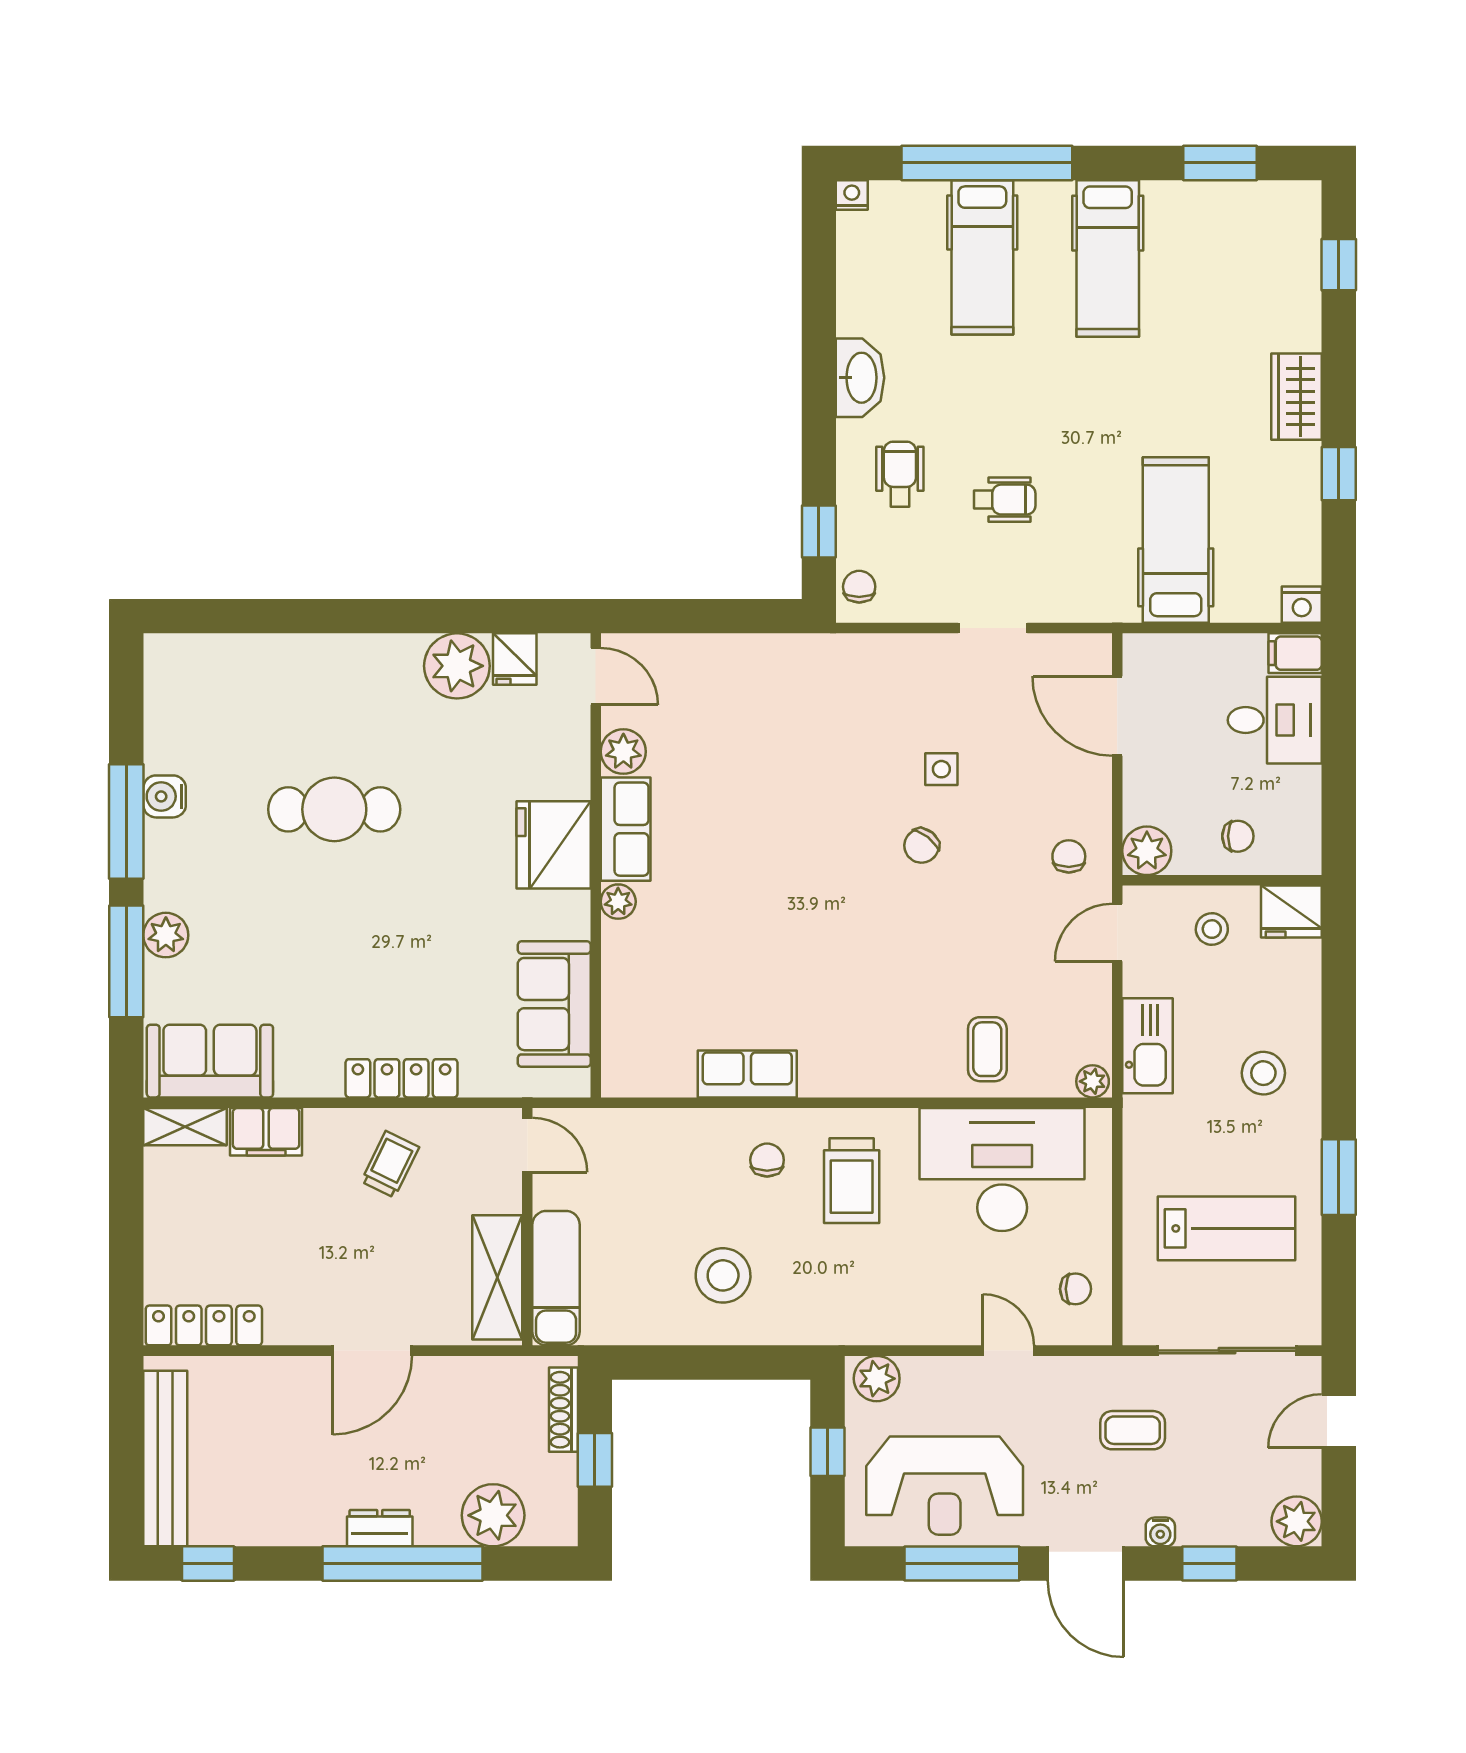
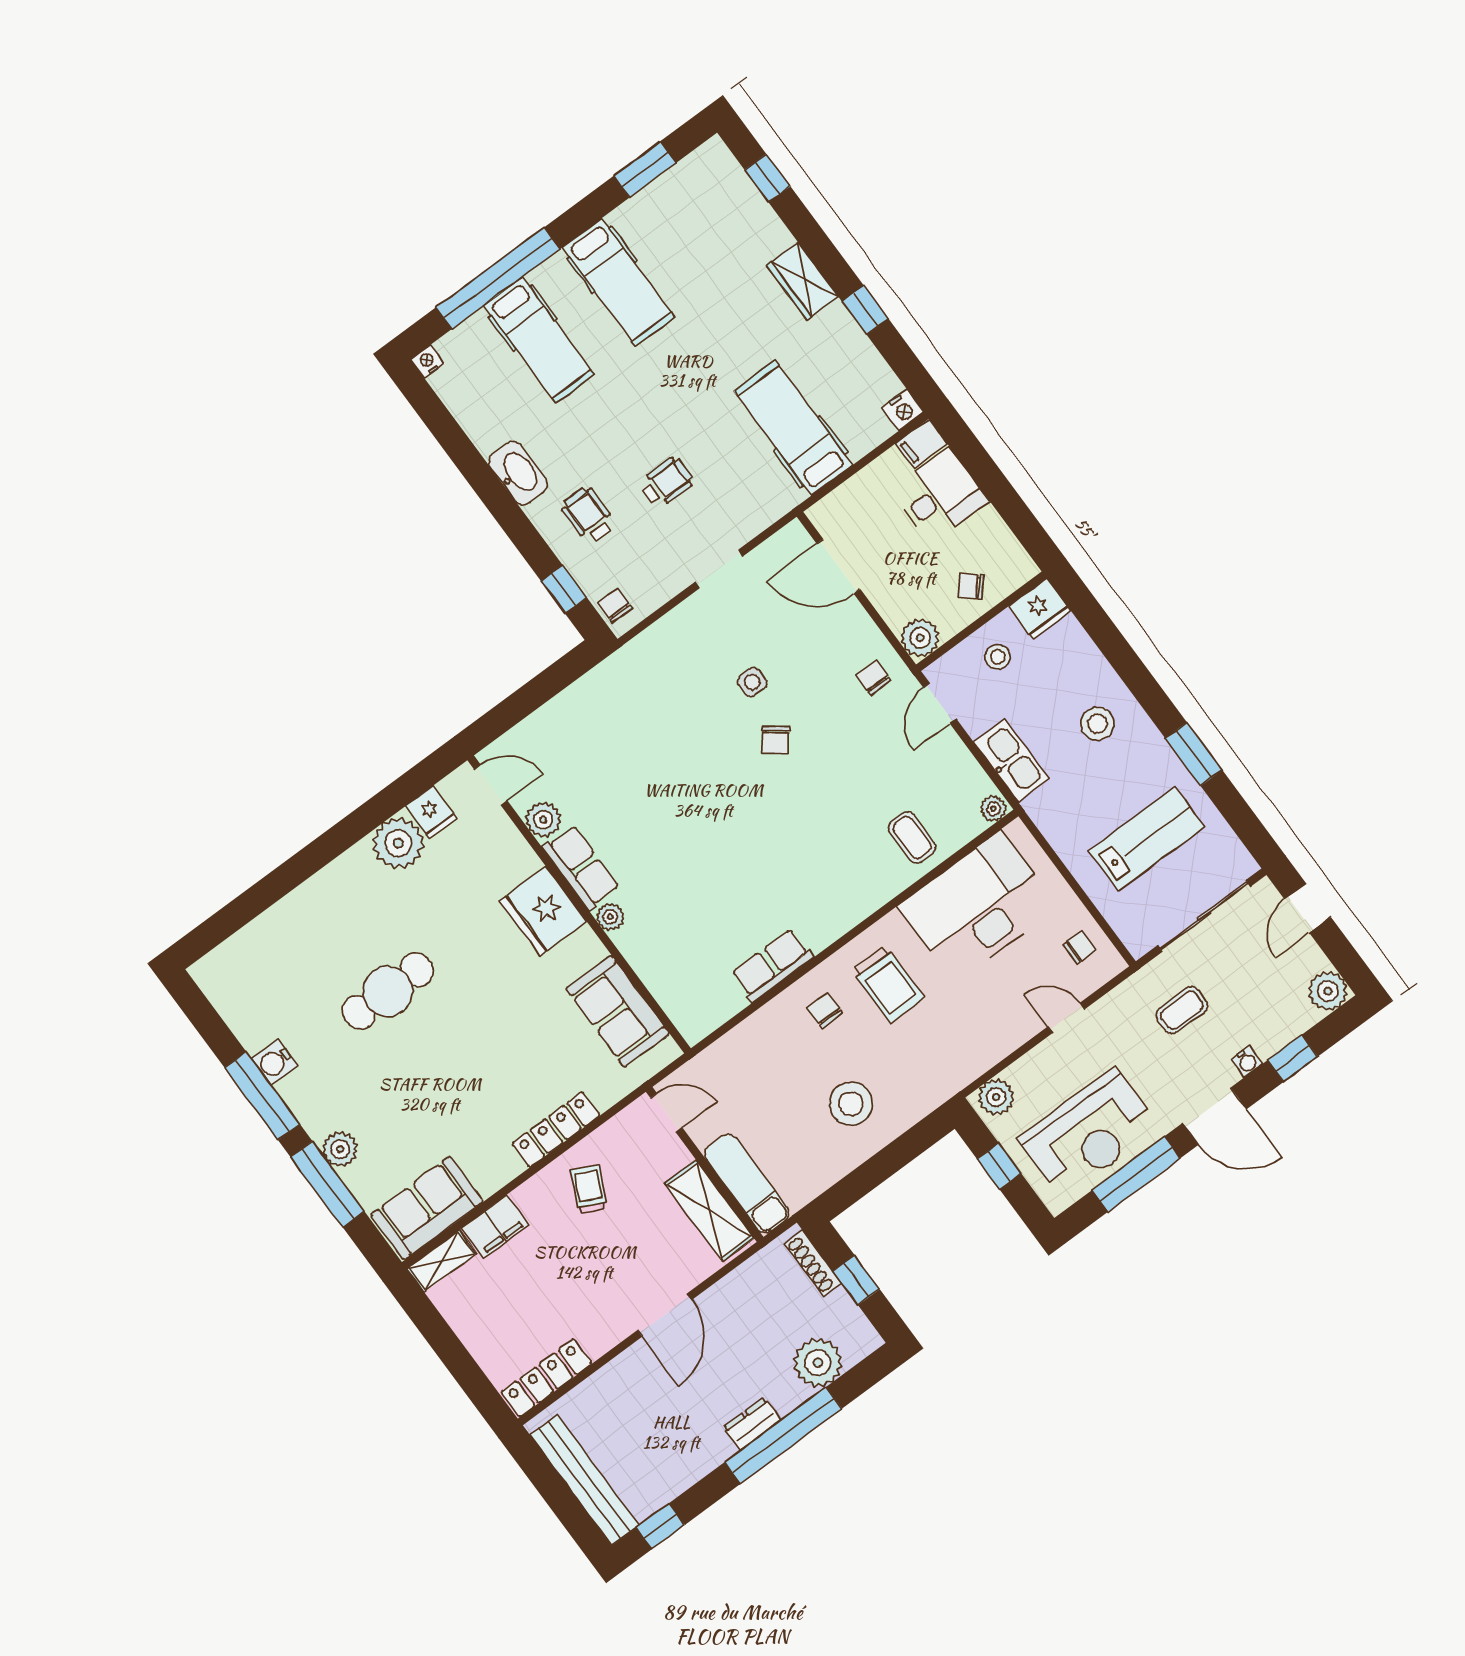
chair: (1238, 836) -> (971, 586), turned -139

